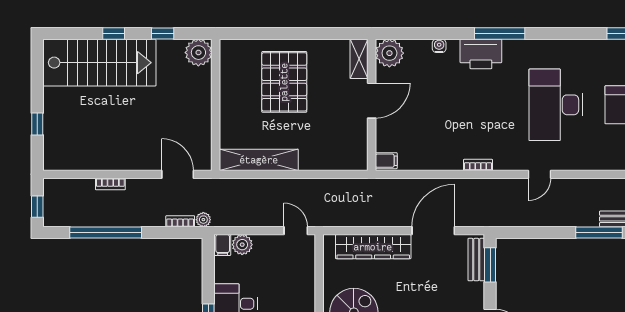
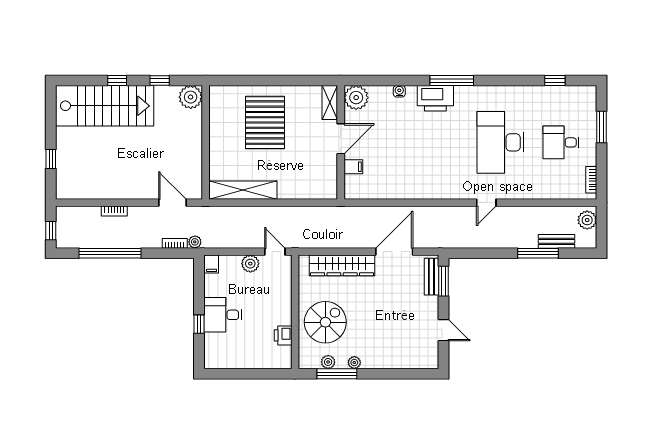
filing cabinet: (386, 161) -> (353, 167), moved
bookcase: (478, 165) -> (433, 194), removed
plant: (242, 245) -> (250, 264), moved

